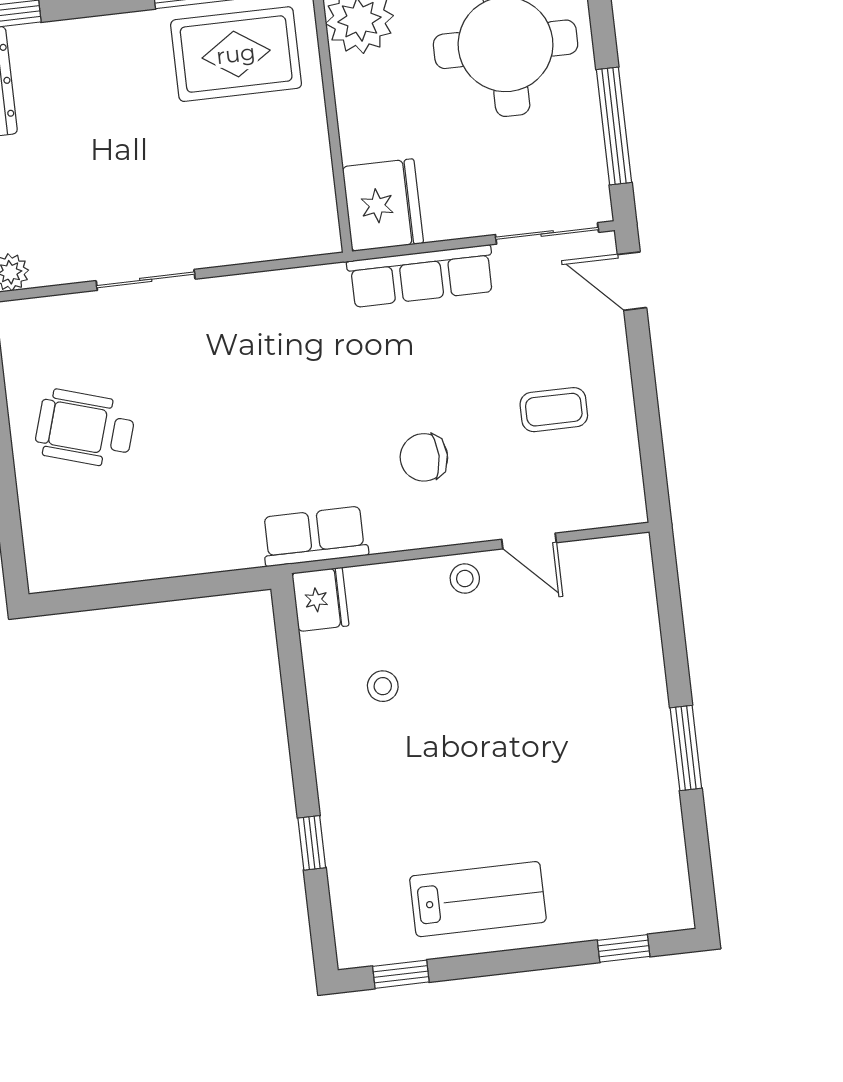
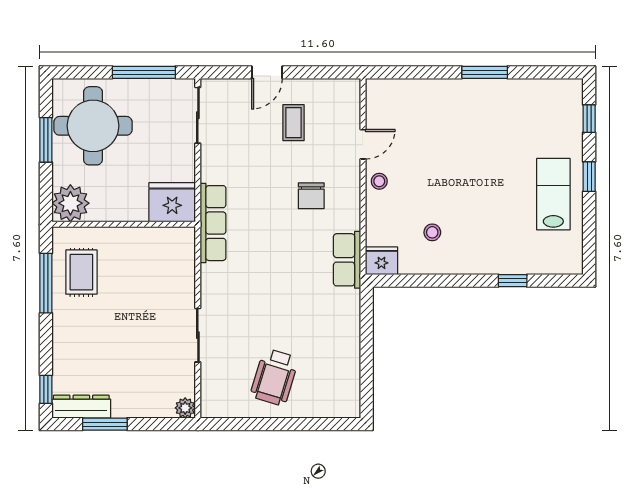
rug: (236, 54) -> (81, 272), width x0.73, depth x0.70
row of seats: (421, 276) -> (213, 223), moved
door: (632, 281) -> (267, 72), moved
window: (401, 974) -> (589, 177), moved

